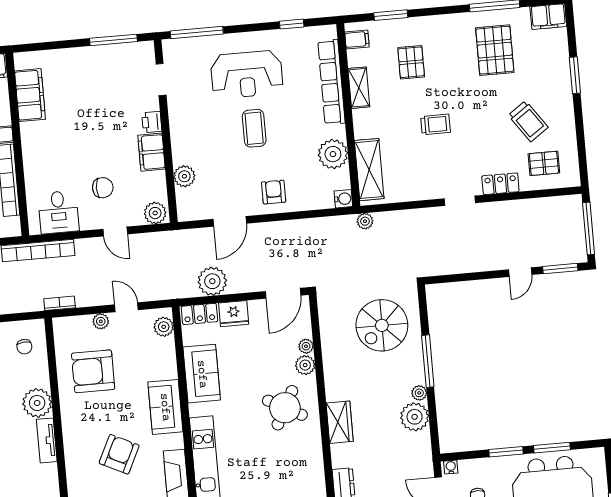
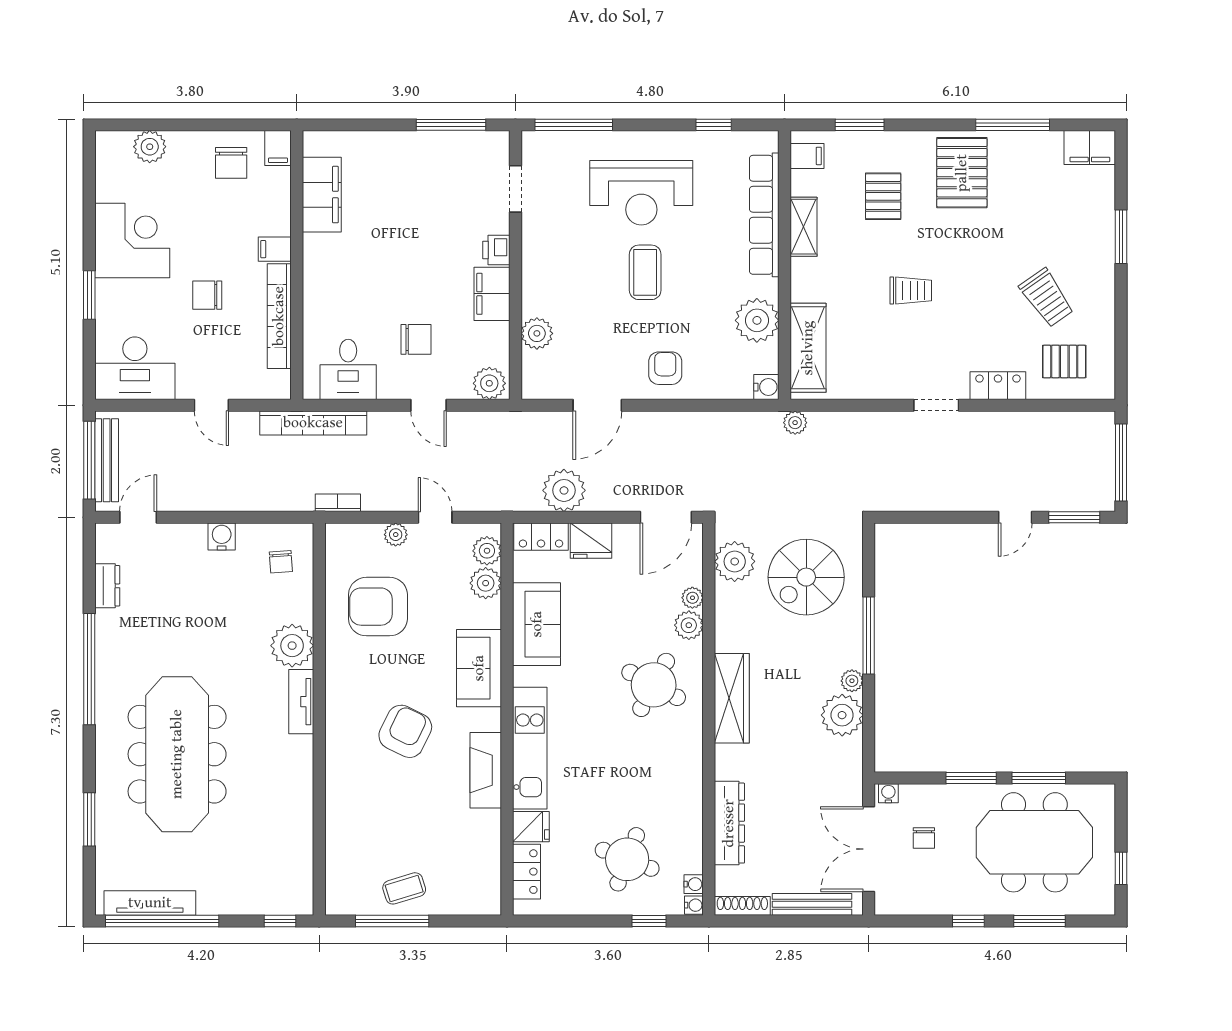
pallet: (495, 50) -> (962, 173), moved
plant: (332, 319) -> (735, 561), added
plant: (165, 349) -> (486, 583), added
wardrobe: (340, 422) -> (732, 698), width x1.50

